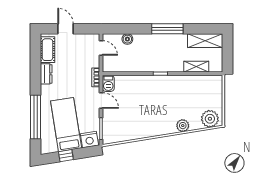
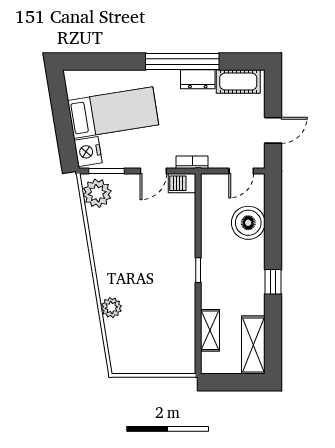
door: (65, 29) -> (273, 130), moved
window: (167, 29) -> (273, 282), width x0.46
boiler: (127, 39) -> (248, 223), width x1.86, depth x1.86
window: (36, 117) -> (182, 61), moved
plant: (210, 119) -> (97, 193), moved
window: (66, 156) -> (61, 112), removed

